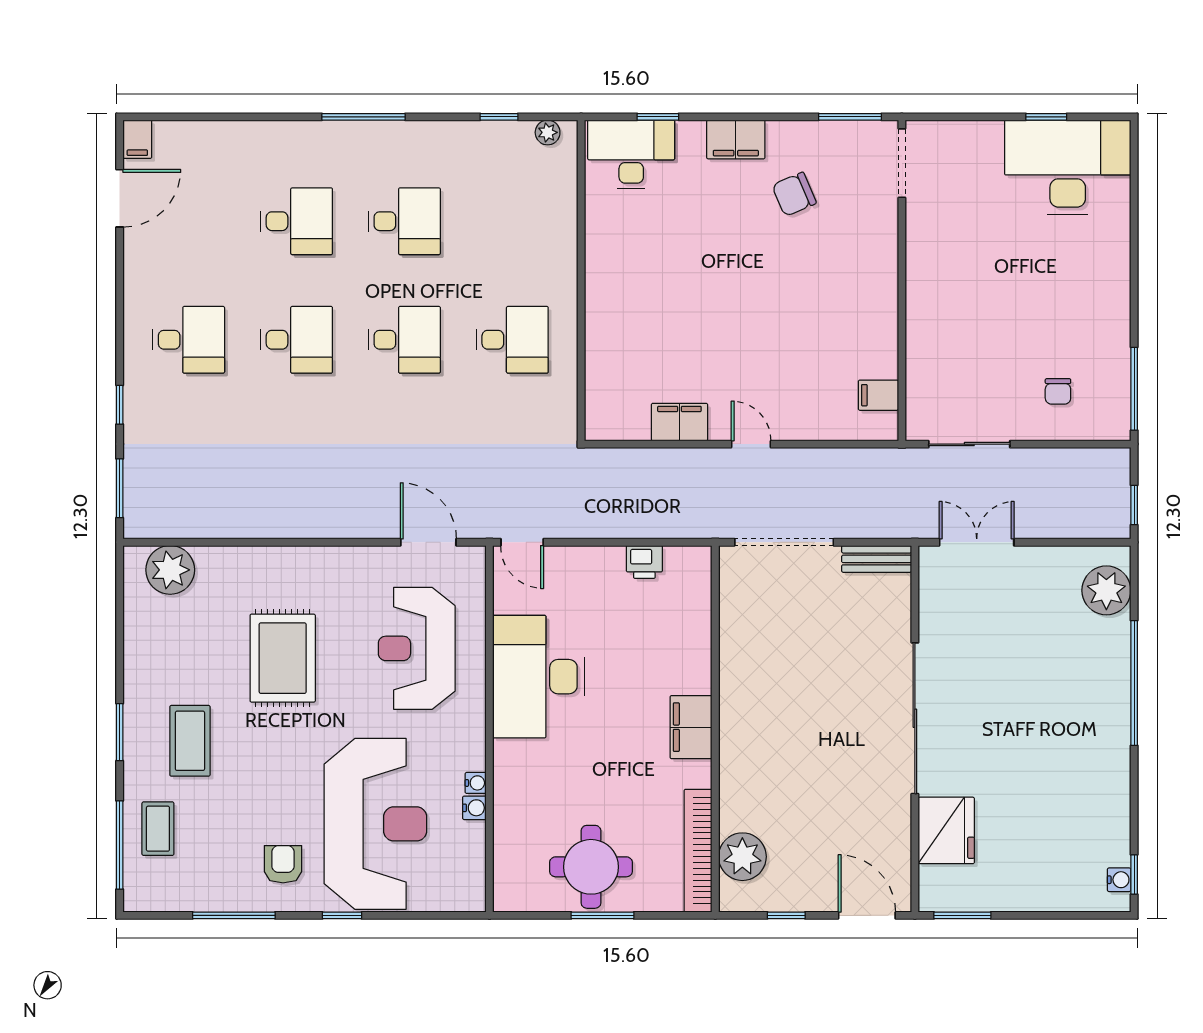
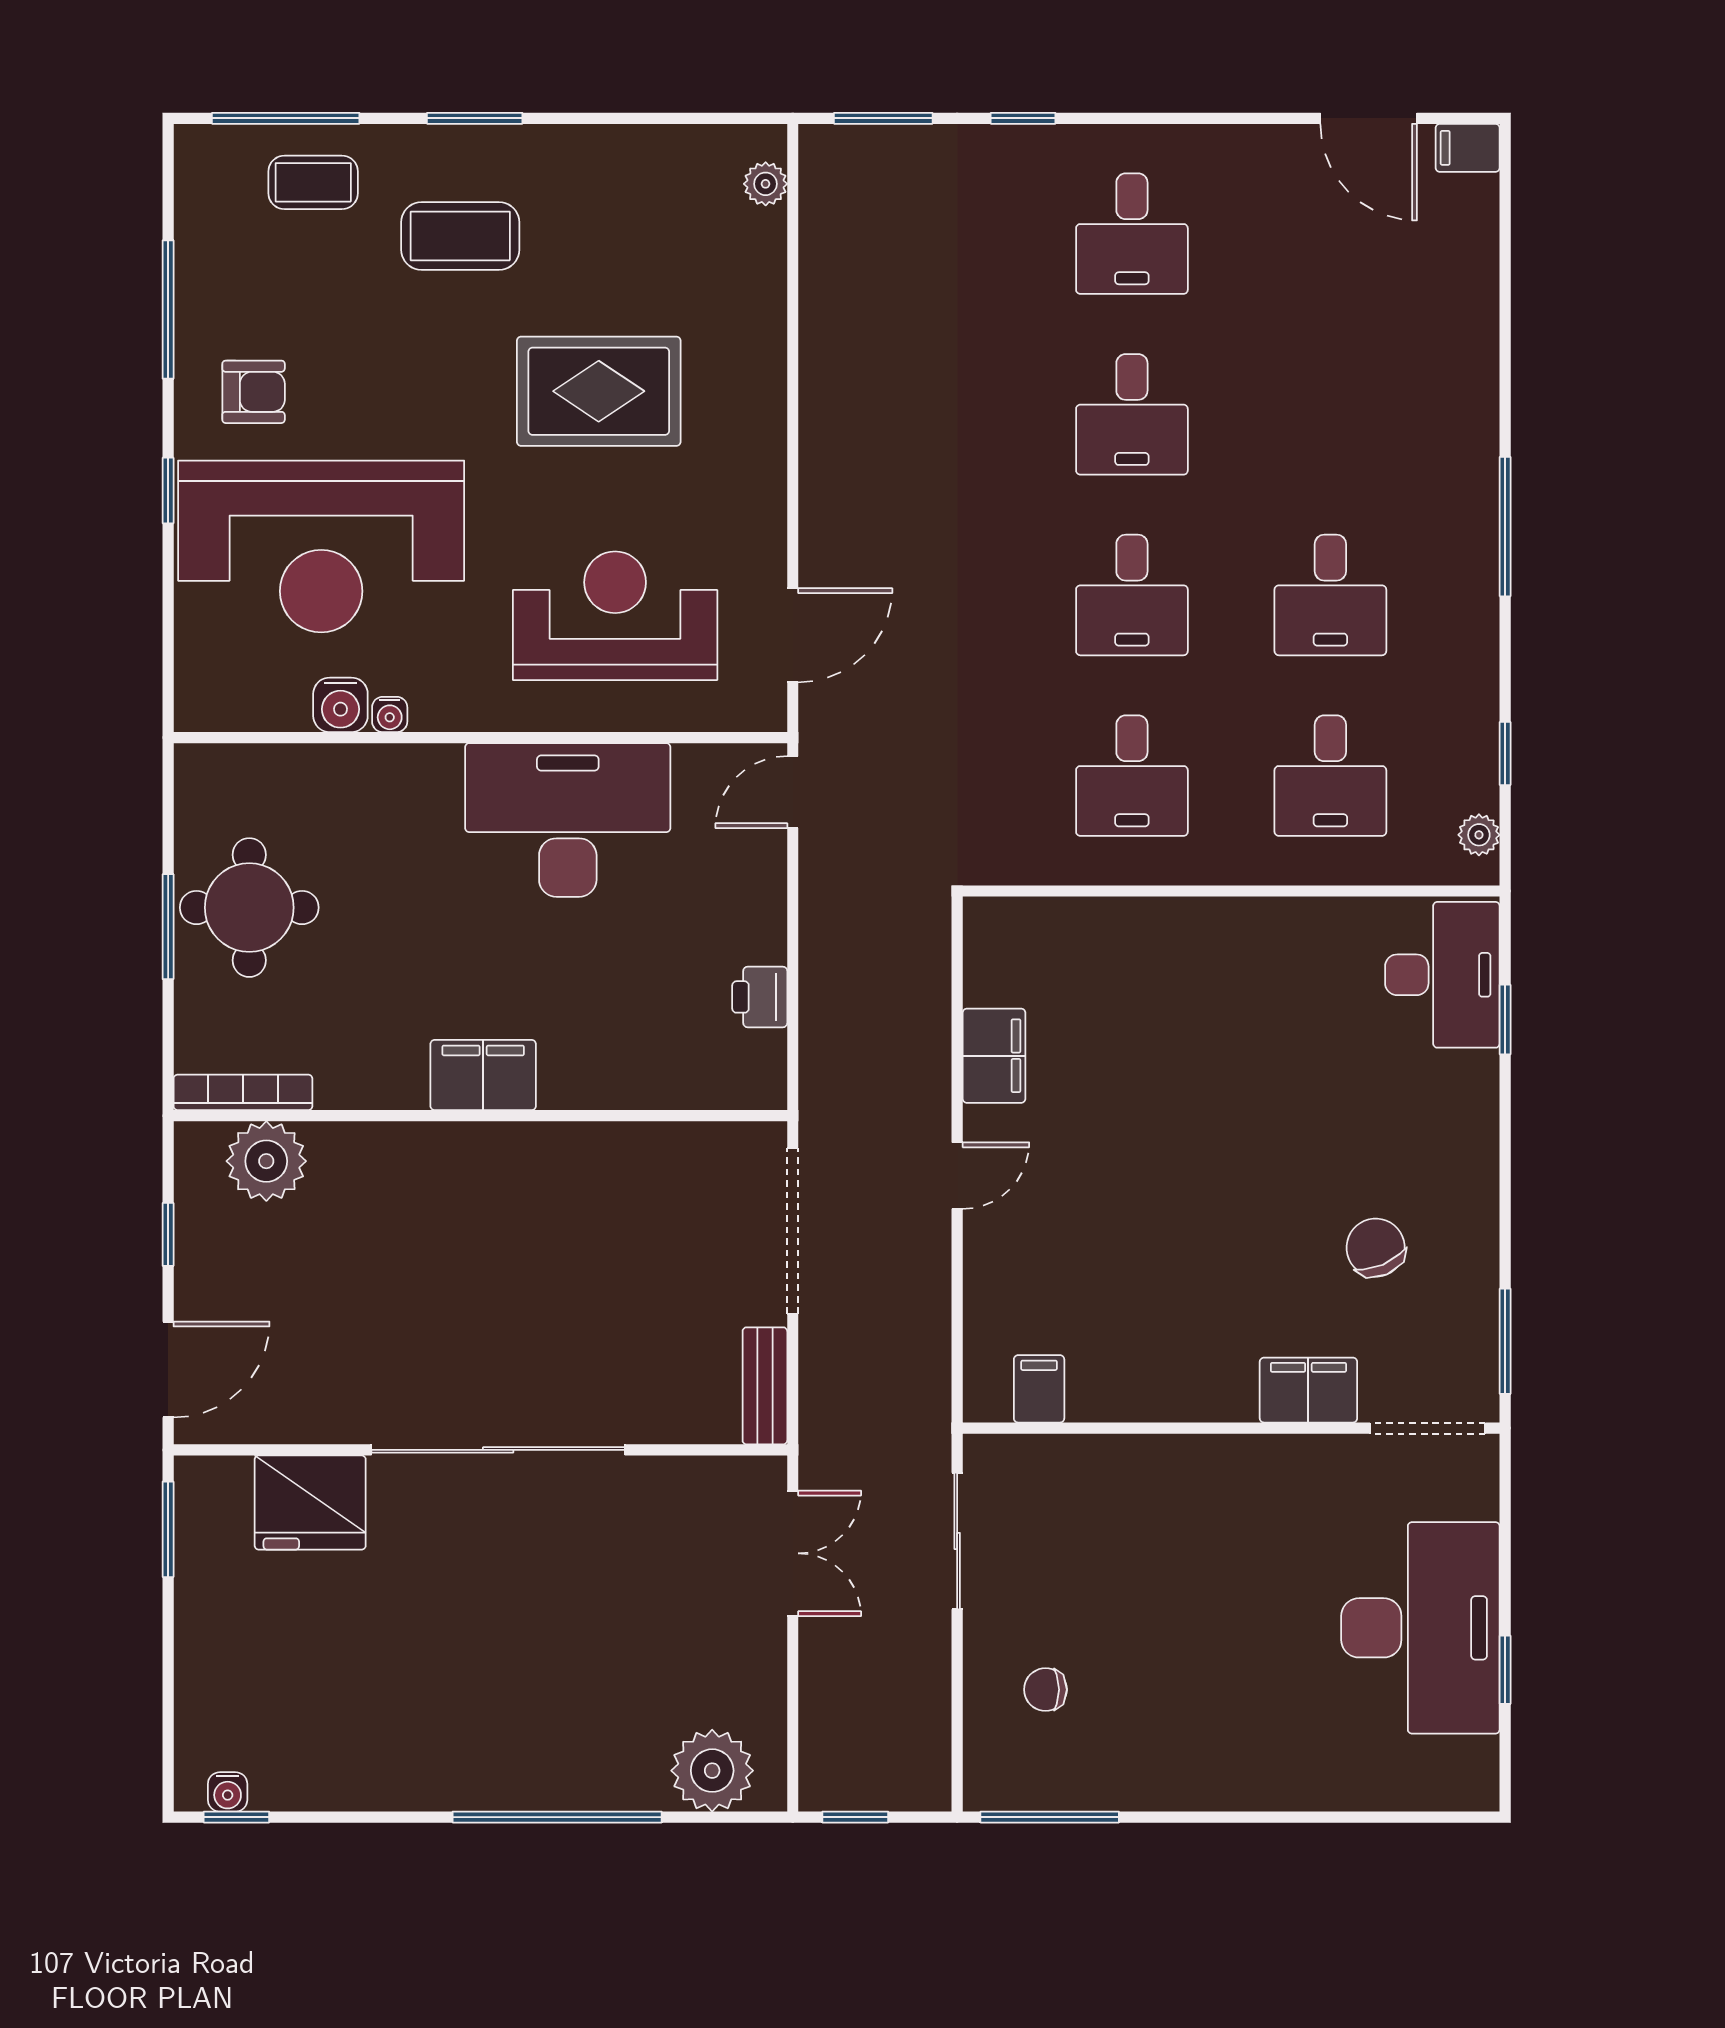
filing cabinet: (736, 140) -> (1308, 1390), moved, turned 90
desk: (1068, 167) -> (1420, 1628), moved
desk: (296, 221) -> (1330, 776), moved
plant: (170, 570) -> (766, 184), width x0.53, depth x0.53
water cooler: (474, 808) -> (340, 705), width x1.38, depth x1.38
bookcase: (698, 851) -> (243, 1092), width x0.68, depth x0.76

